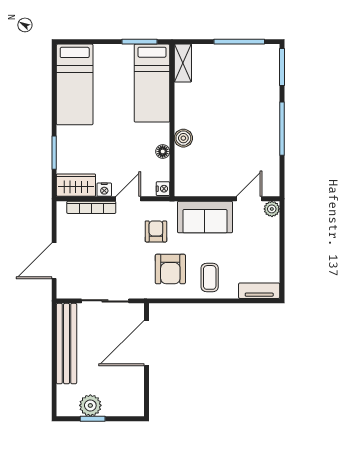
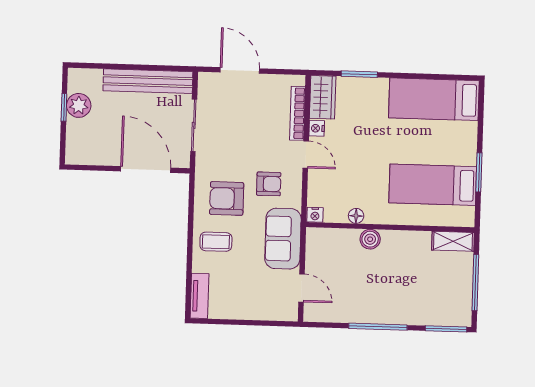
shelving: (183, 63) -> (453, 241), moved
wall: (172, 120) -> (390, 227), moved
boiler: (183, 138) -> (370, 239), moved
floor lamp: (163, 151) -> (356, 216), moved
nightstand: (163, 189) -> (315, 215), moved
plant: (272, 209) -> (289, 313), removed

